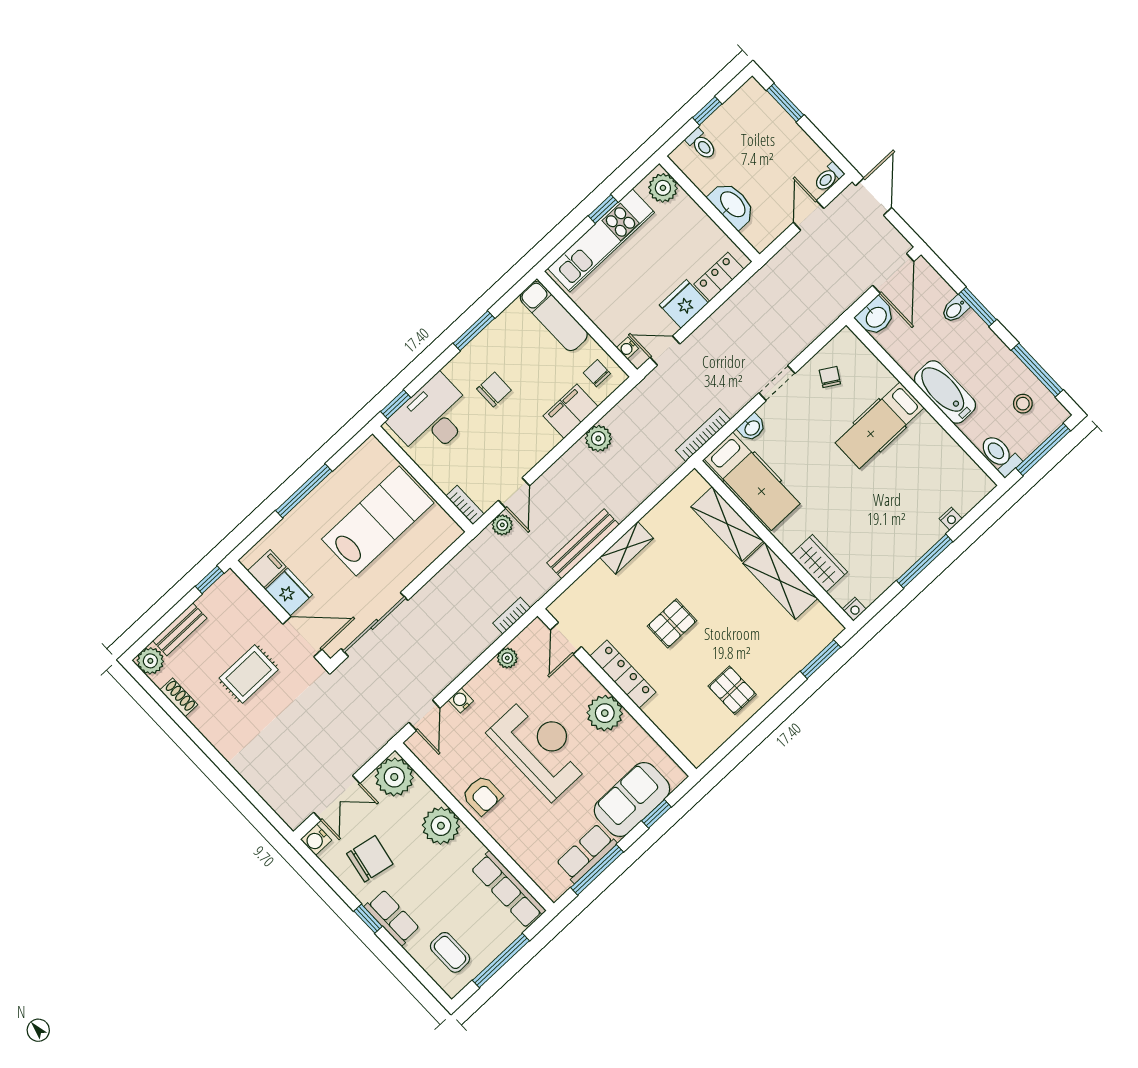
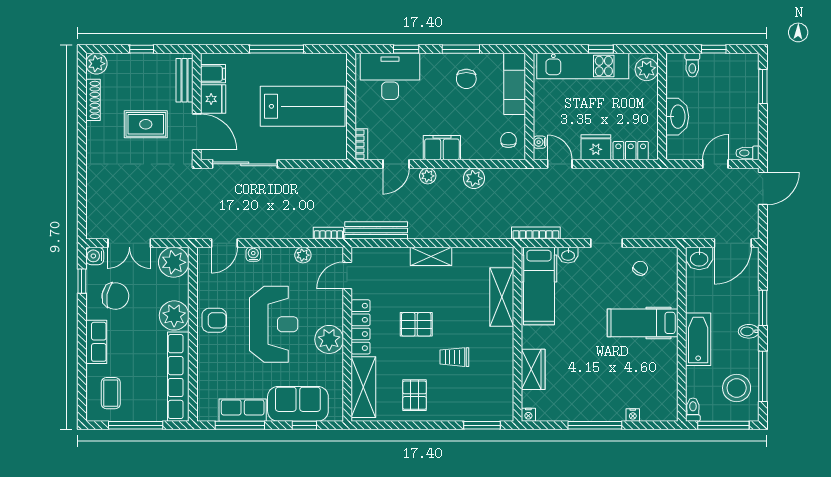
bidet: (955, 309) -> (749, 331), moved
chair: (494, 389) -> (466, 79), moved, turned 90
window: (396, 404) -> (406, 49), moved
stool: (1023, 404) -> (737, 388), width x1.89, depth x1.89
filing cabinet: (571, 411) -> (442, 148), moved
toilet: (1000, 455) -> (693, 410), width x0.73, depth x0.72
plant: (502, 525) -> (428, 176), moved
bench: (583, 544) -> (376, 230), moved
window: (210, 580) -> (142, 49), moved
shelving: (780, 581) -> (363, 387), moved
trolley: (736, 620) -> (454, 357), added
bench: (180, 629) -> (184, 80), moved, turned 90
shoe rack: (179, 697) -> (93, 100), width x1.43
armchair: (482, 795) -> (214, 320), turned -90
row of seats: (508, 889) -> (178, 377), width x1.36
window: (368, 919) -> (82, 281), moved

